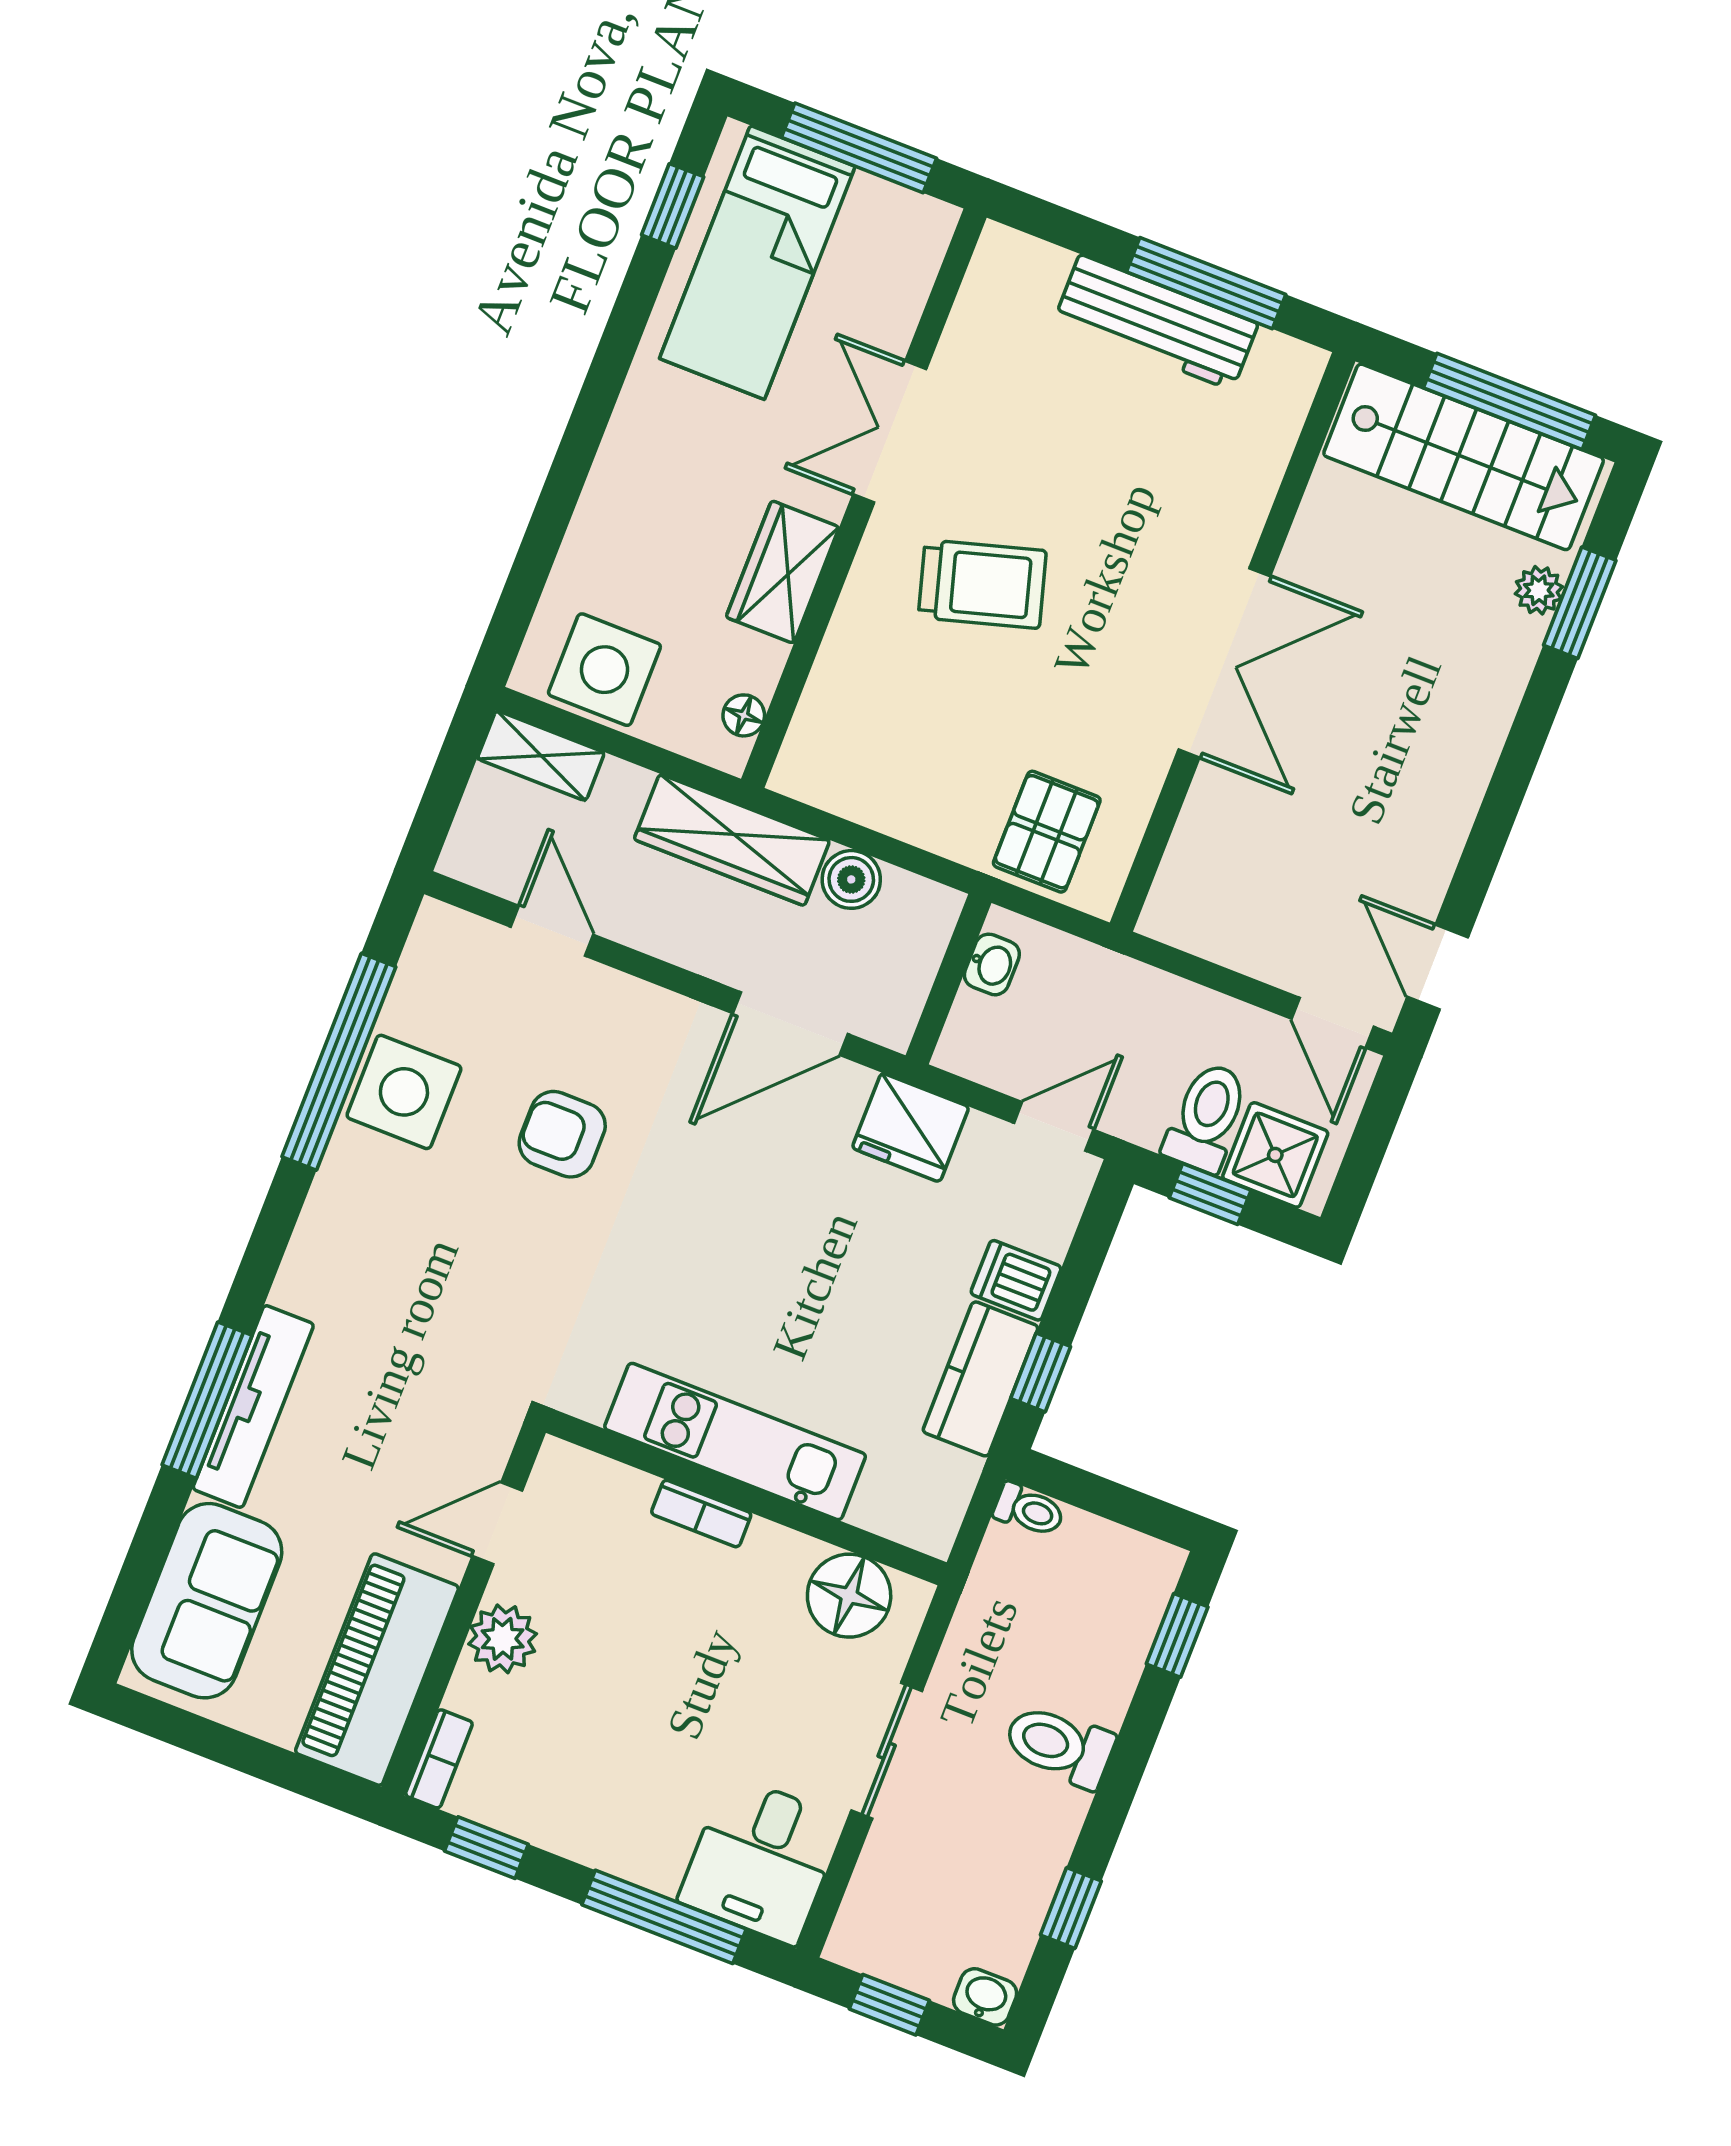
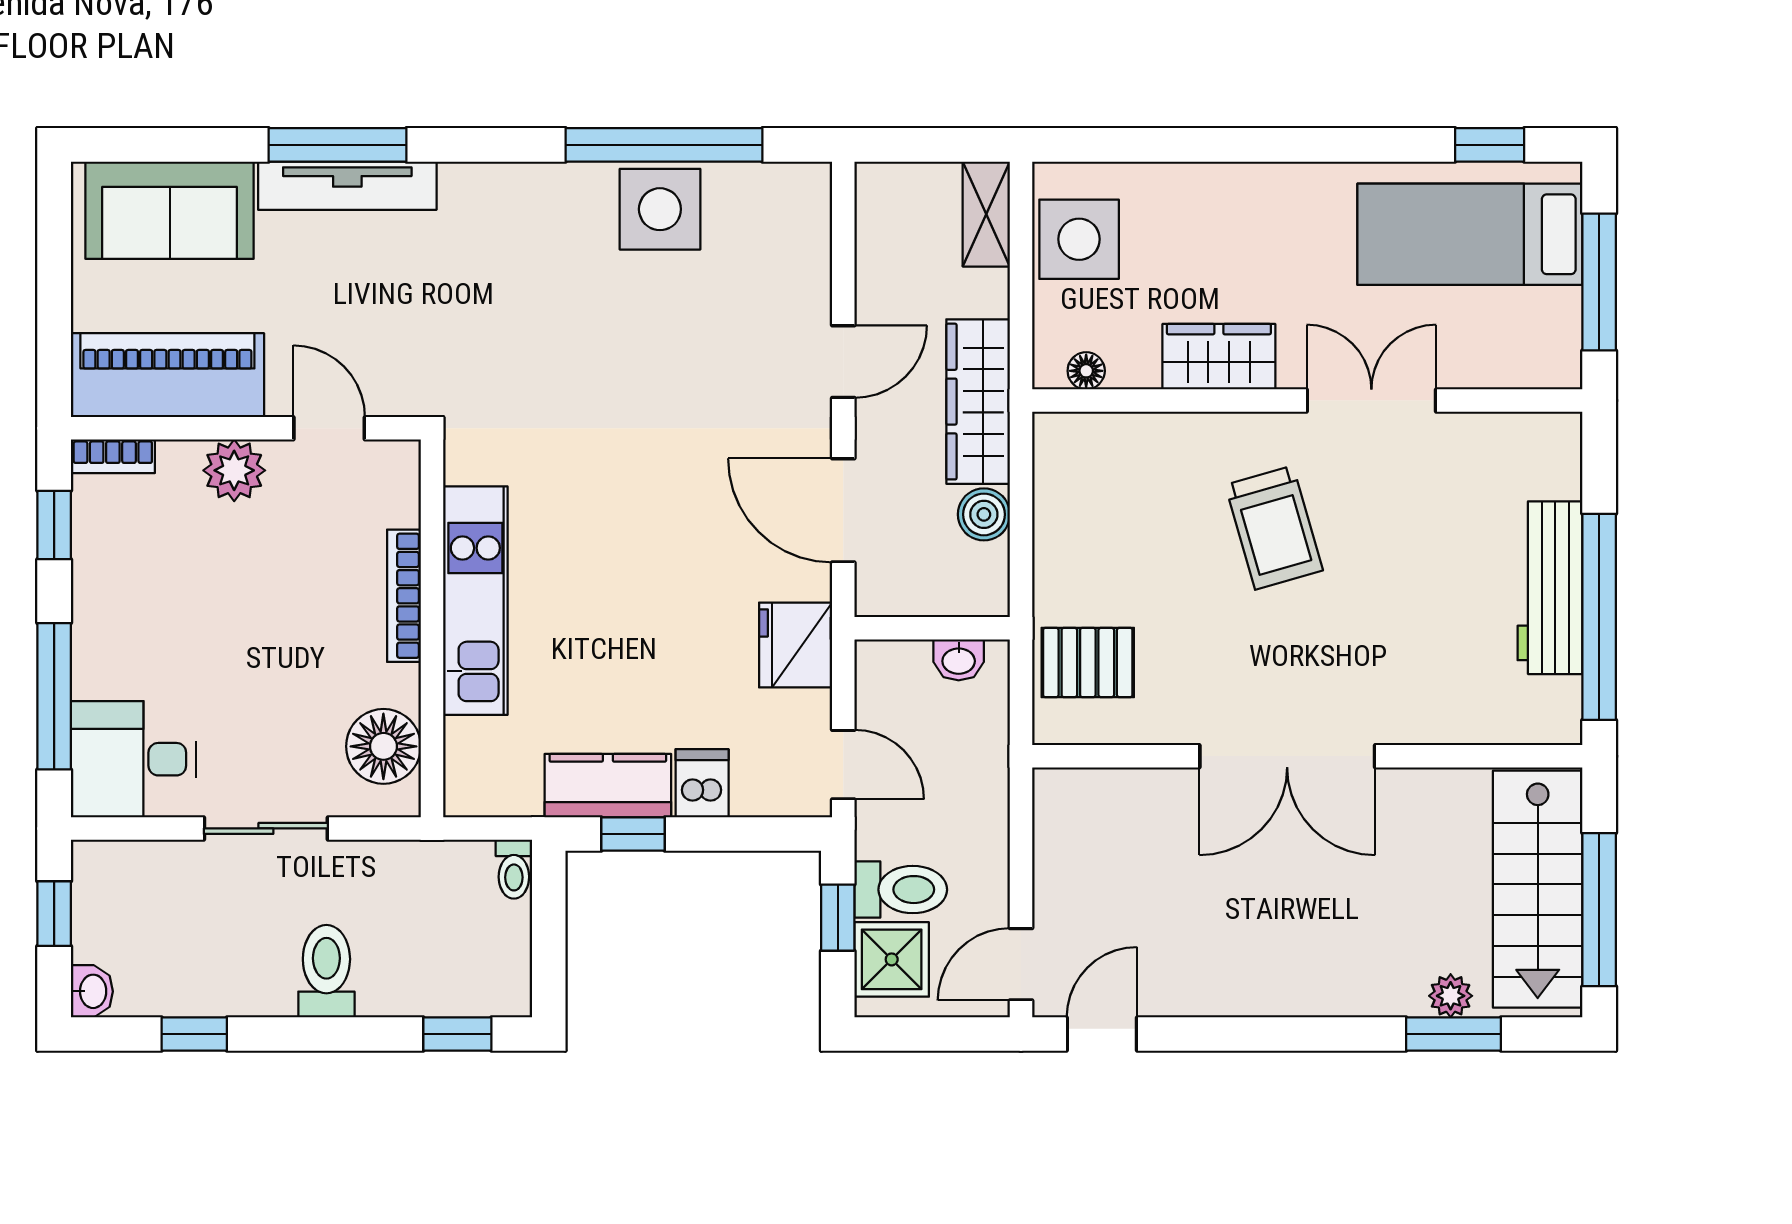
window: (1206, 283) -> (1599, 617), width x1.46
door: (552, 931) -> (843, 362), moved
armchair: (562, 1134) -> (676, 356), removed
bookcase: (701, 1514) -> (404, 596), width x1.56

